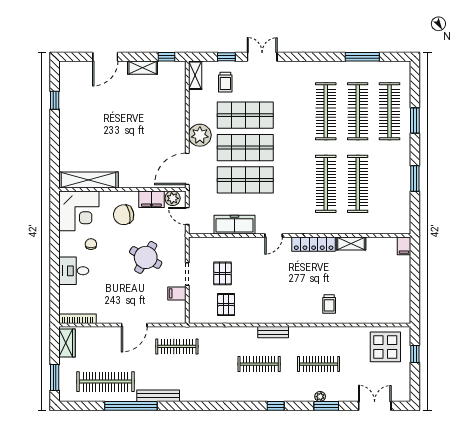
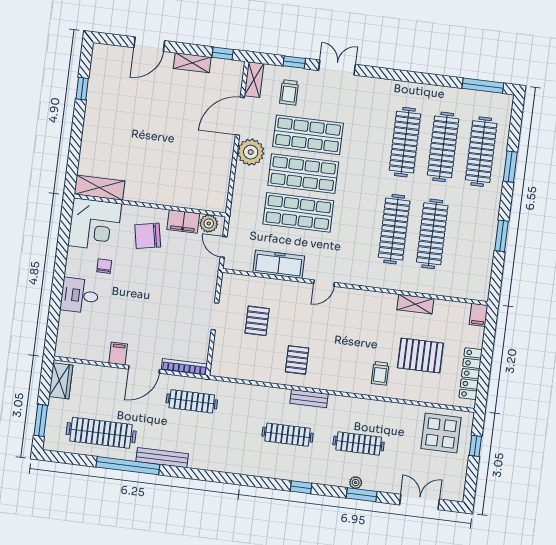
window: (362, 57) -> (483, 86), moved
door: (187, 169) -> (240, 116), moved
shelving: (88, 180) -> (99, 188), width x0.68
locker: (314, 244) -> (471, 374), moved, turned 90
round table: (146, 257) -> (168, 290), removed
pallet: (360, 285) -> (420, 355), added
filing cabinet: (177, 293) -> (118, 353), moved, turned 90
pallet: (226, 305) -> (297, 360), moved
bookcase: (77, 319) -> (184, 367), moved

